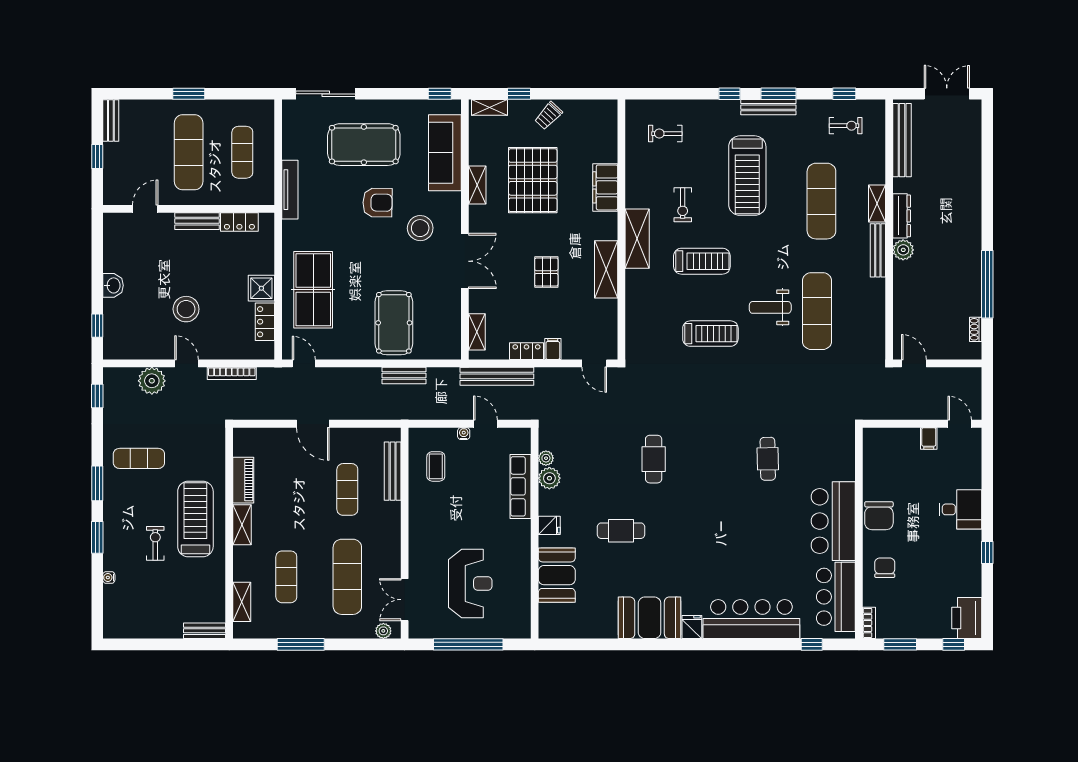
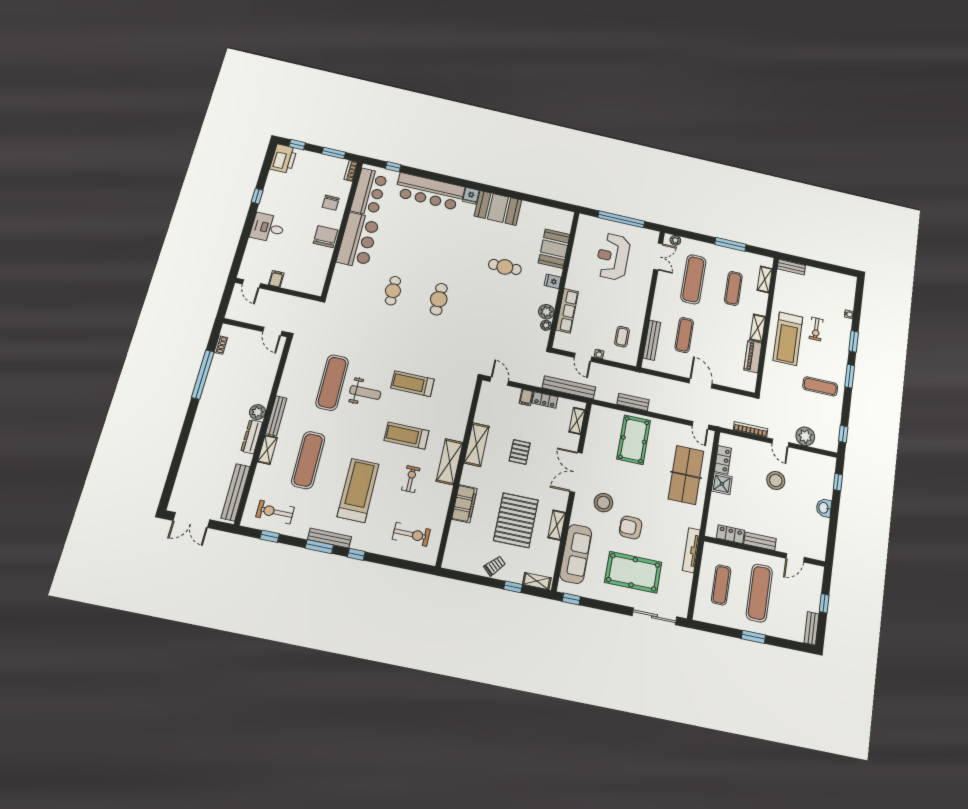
exercise bike: (846, 126) -> (275, 512), width x1.38, depth x1.39
exercise bike: (665, 134) -> (411, 534), width x1.38, depth x1.39
cafe table: (654, 459) -> (439, 299), moved

